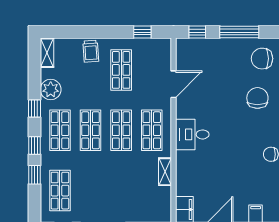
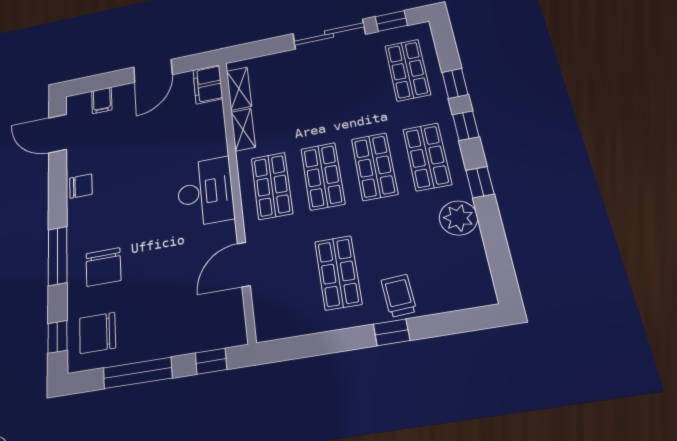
window: (142, 32) -> (392, 332), moved
shelving: (47, 53) -> (239, 89), moved
chair: (262, 59) -> (98, 333), turned 180
desk: (192, 134) -> (205, 192), width x1.37

